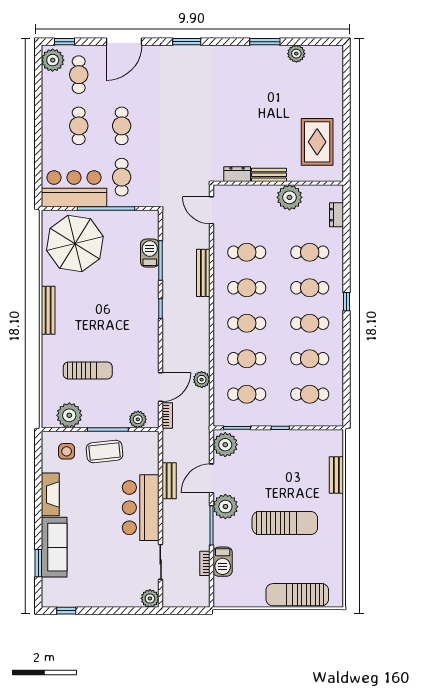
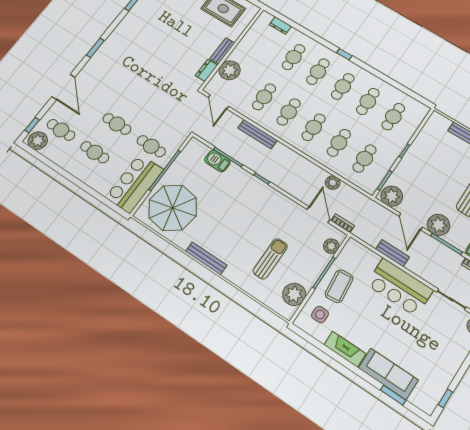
plant: (289, 197) -> (230, 70), moved
door: (211, 210) -> (218, 102), hinge flipped

